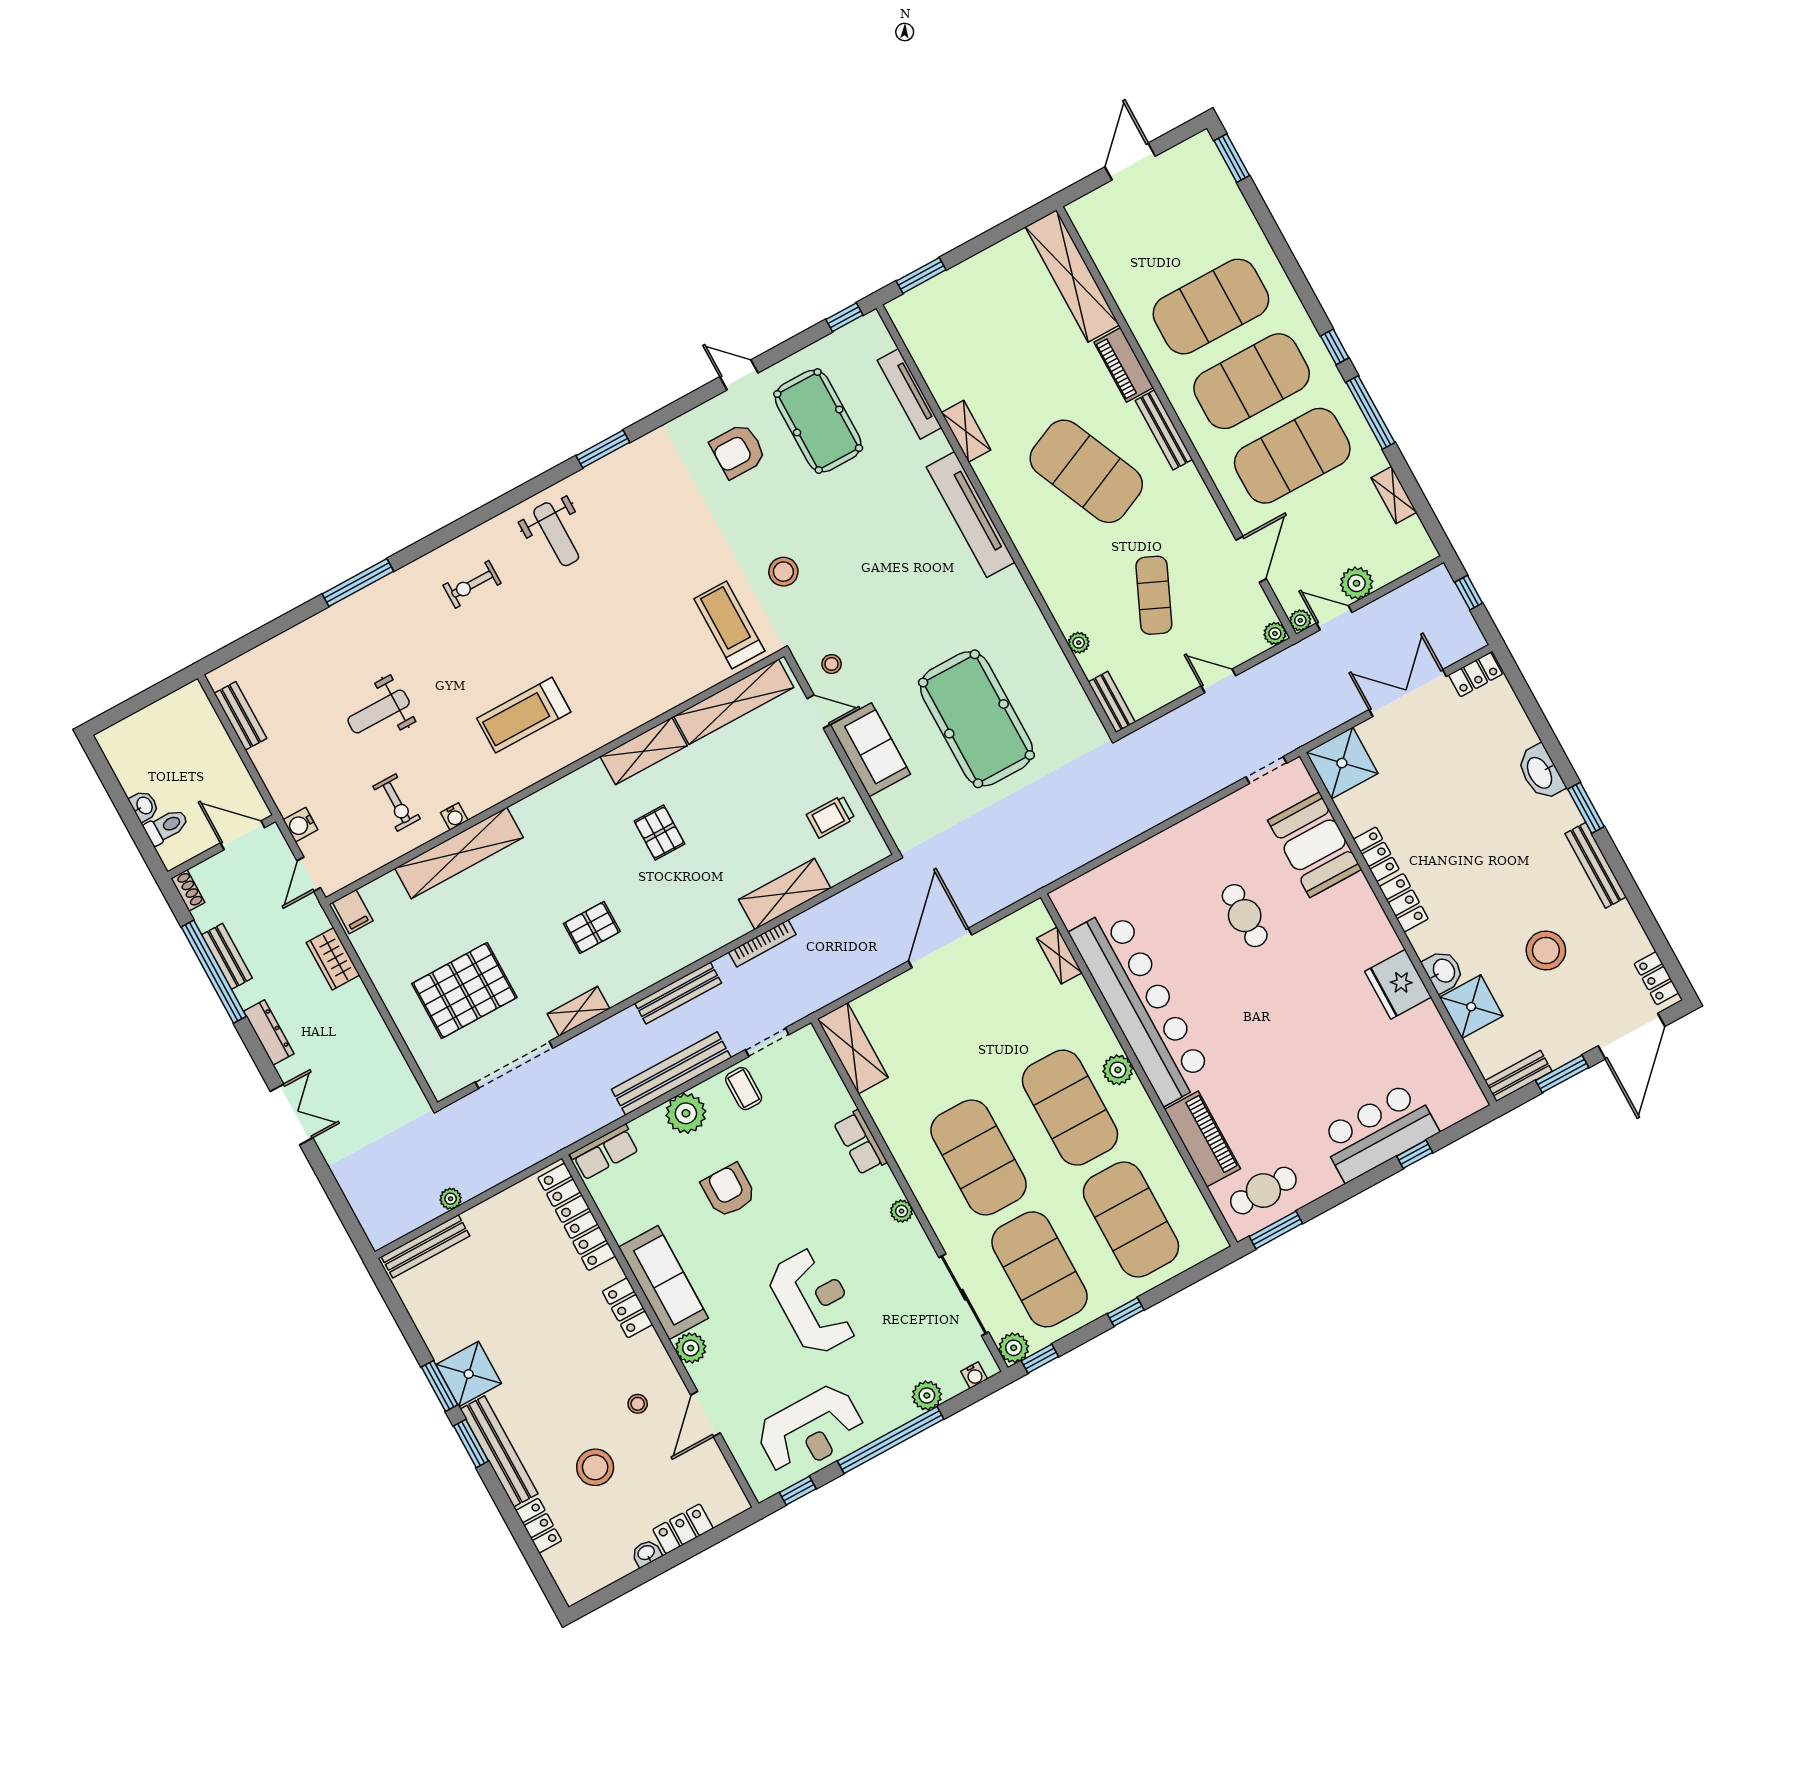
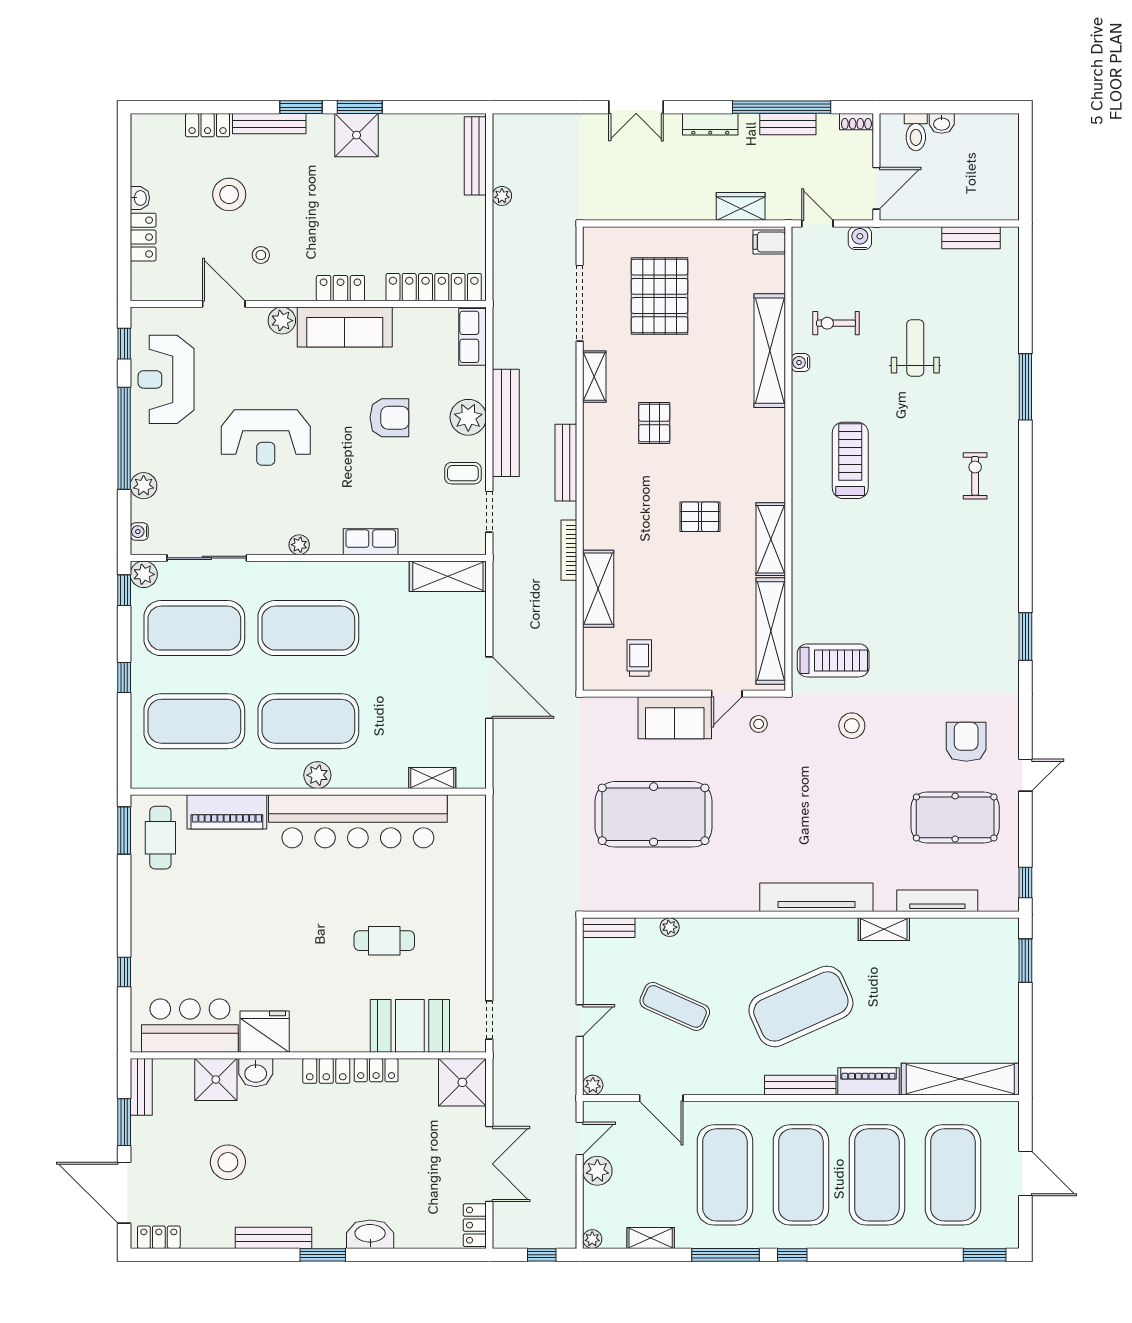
exercise mat: (1170, 232) -> (953, 1175), added
weight bench: (556, 534) -> (978, 563), removed
plant: (1300, 620) -> (592, 1239), moved
bar counter: (1378, 1132) -> (190, 1026), moved, turned -90
bench: (499, 1451) -> (269, 124), width x0.73, depth x0.82

